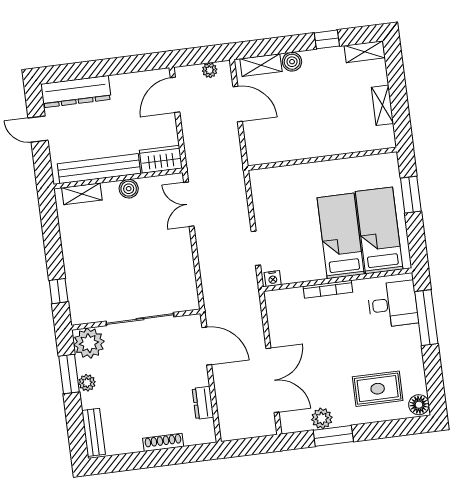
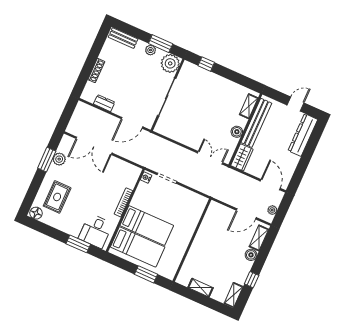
window: (426, 318) -> (78, 244), width x0.69

